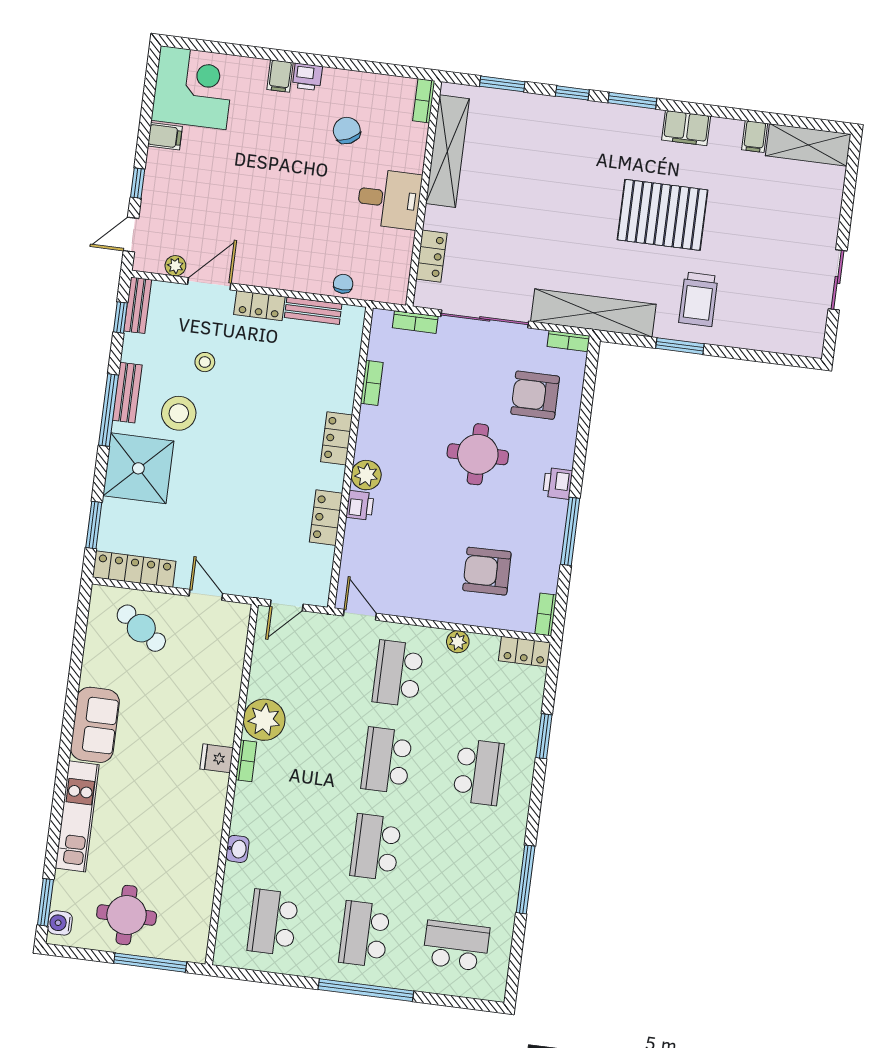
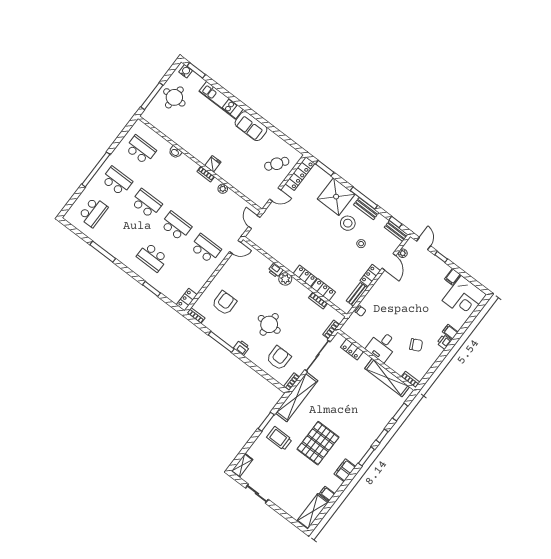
shelving: (797, 344) -> (242, 465), added
locker: (326, 518) -> (323, 290), moved
plant: (458, 642) -> (205, 277), removed
plant: (264, 720) -> (223, 189), width x0.53, depth x0.53

